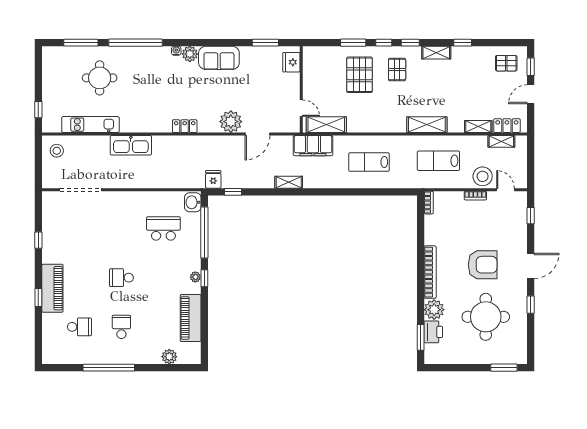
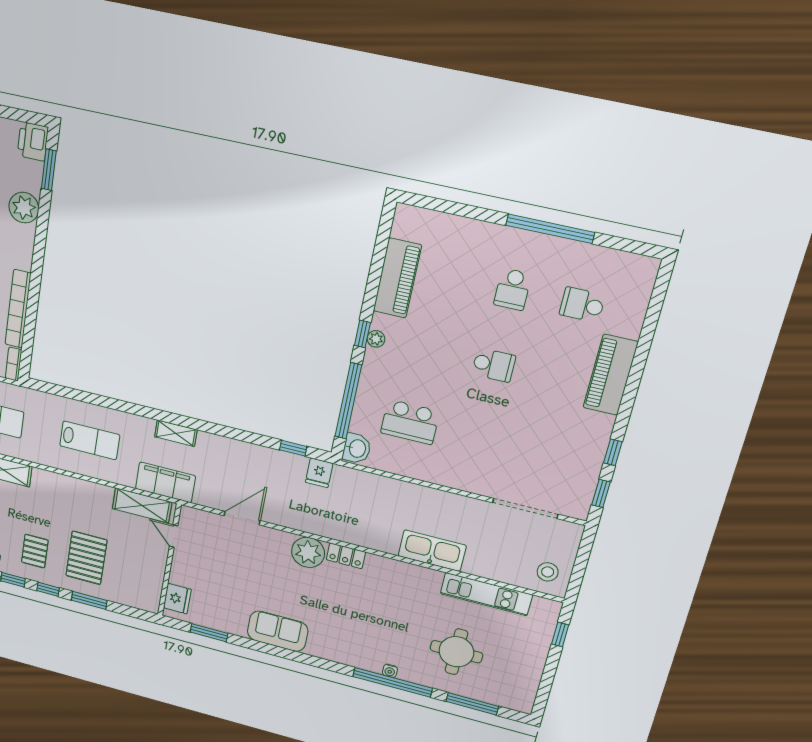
water cooler: (176, 51) -> (390, 671), moved
plant: (190, 54) -> (318, 647), removed
plant: (231, 122) -> (308, 552), moved
shelving: (289, 182) -> (176, 433), moved
bookcase: (430, 272) -> (18, 309), moved
window: (38, 298) -> (601, 493), moved
printer: (433, 332) -> (33, 141), moved
plant: (169, 357) -> (445, 225), removed

